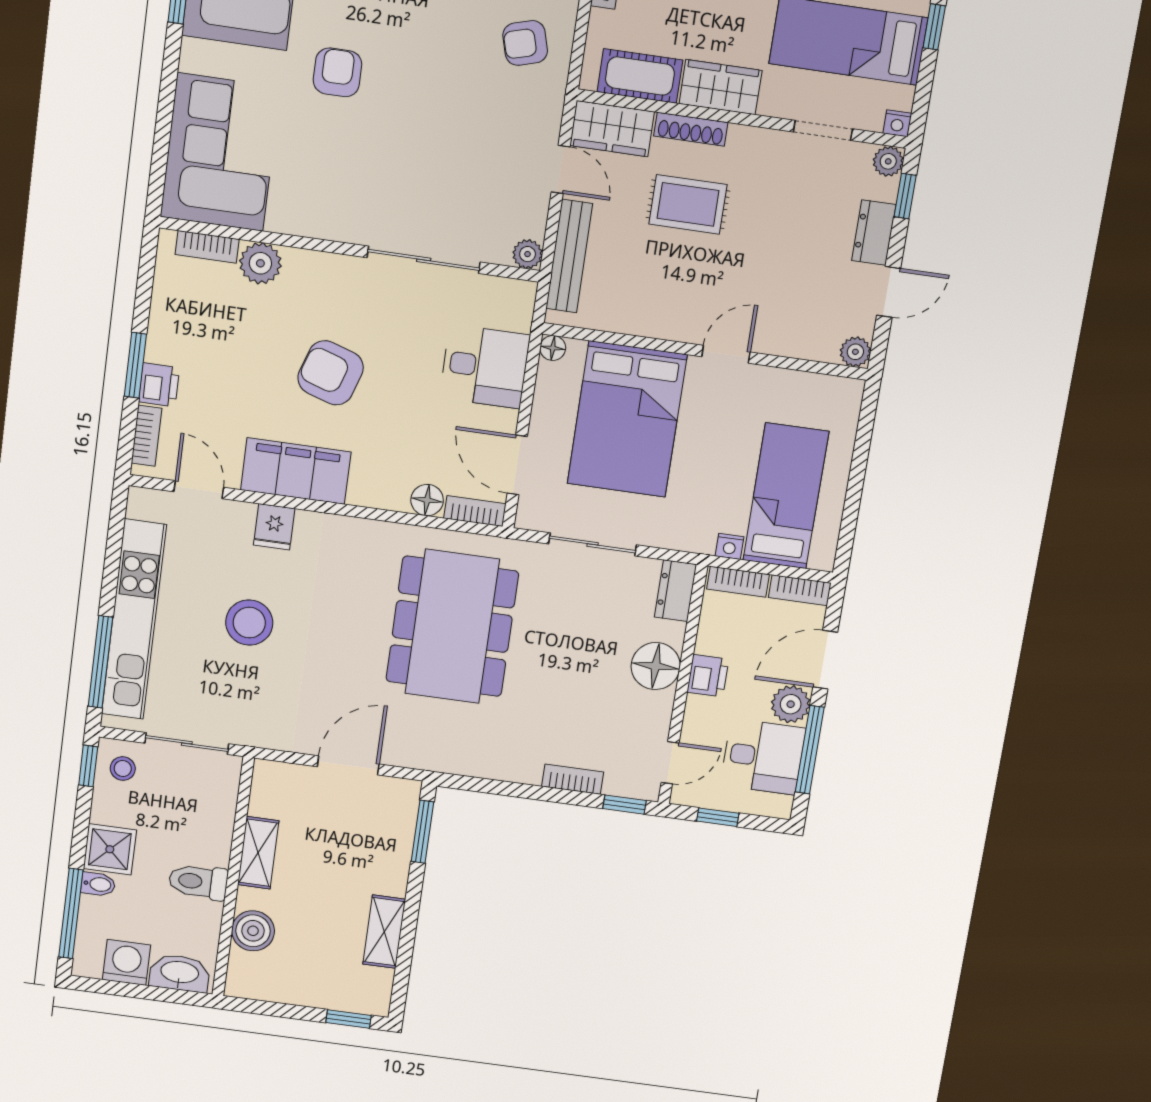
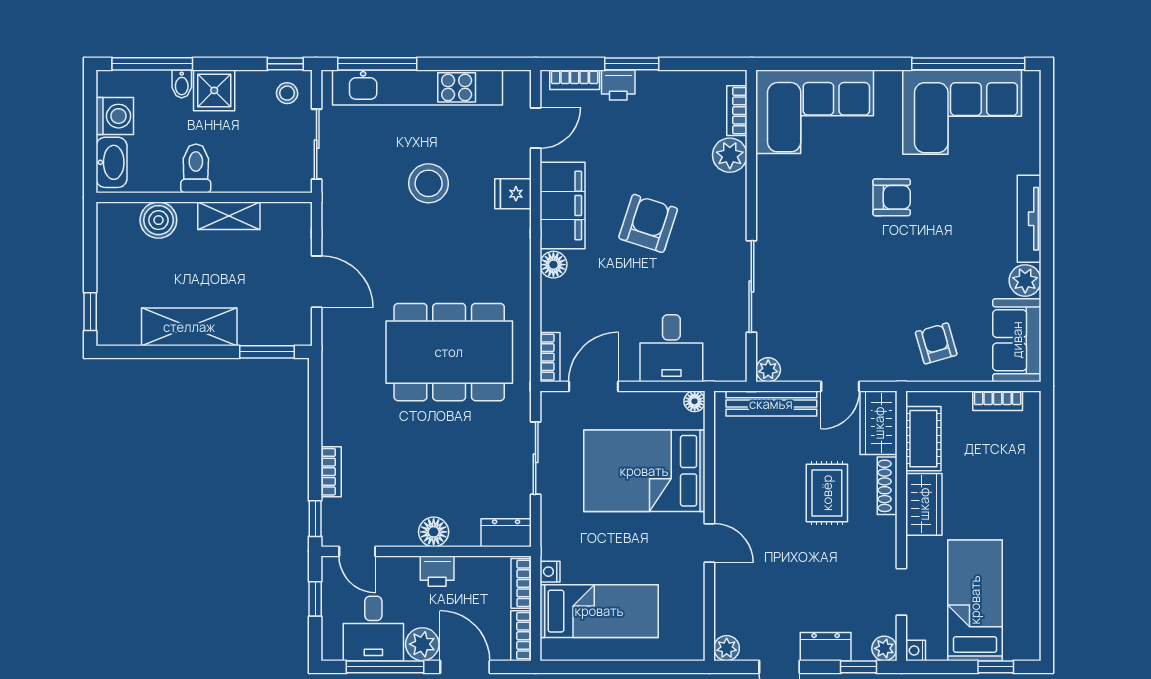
floor lamp: (427, 500) -> (553, 265), moved
floor lamp: (656, 666) -> (434, 532), width x0.73, depth x0.73
shelving: (384, 932) -> (189, 327), width x1.50, depth x1.33

